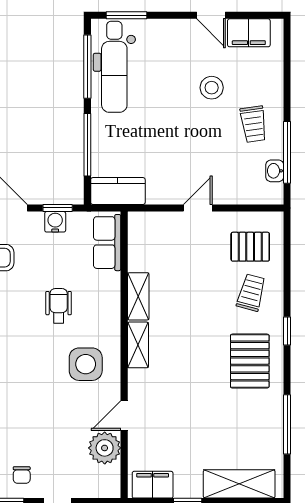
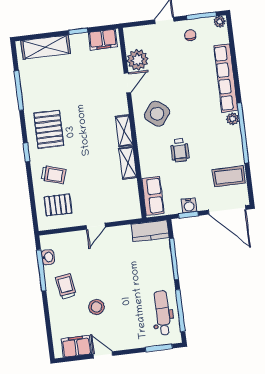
dental chair: (114, 67) -> (163, 313), width x0.73, depth x0.72
trolley: (251, 293) -> (53, 175), turned -89
side table: (86, 364) -> (157, 114), turned 38

